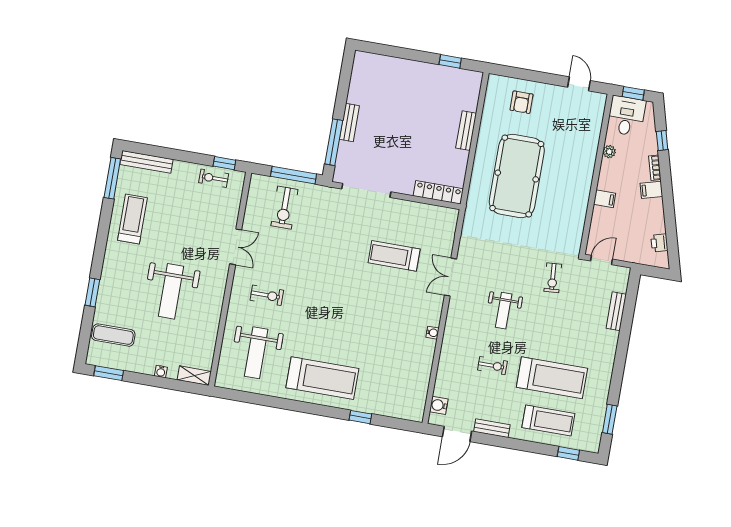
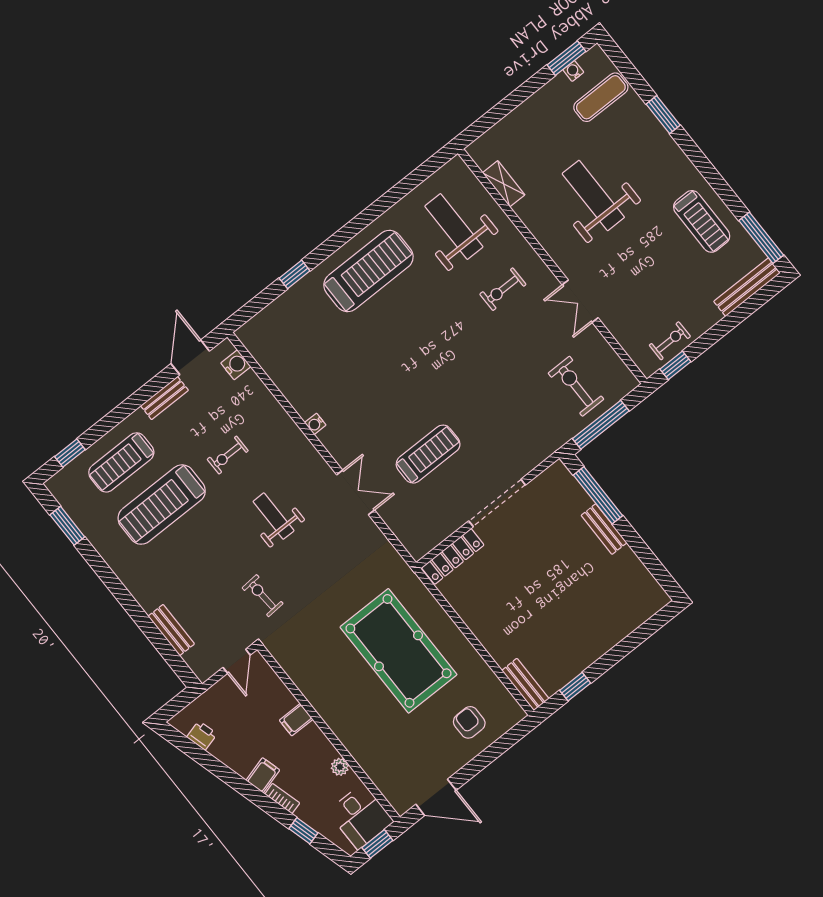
door: (579, 84) -> (436, 797), width x1.38
bench: (466, 131) -> (525, 685), moved
doorway: (366, 190) -> (497, 503), moved
water cooler: (161, 372) -> (573, 71), moved
shelving: (194, 376) -> (504, 184), moved, turned 90
treadmill: (322, 378) -> (368, 271), turned 180

